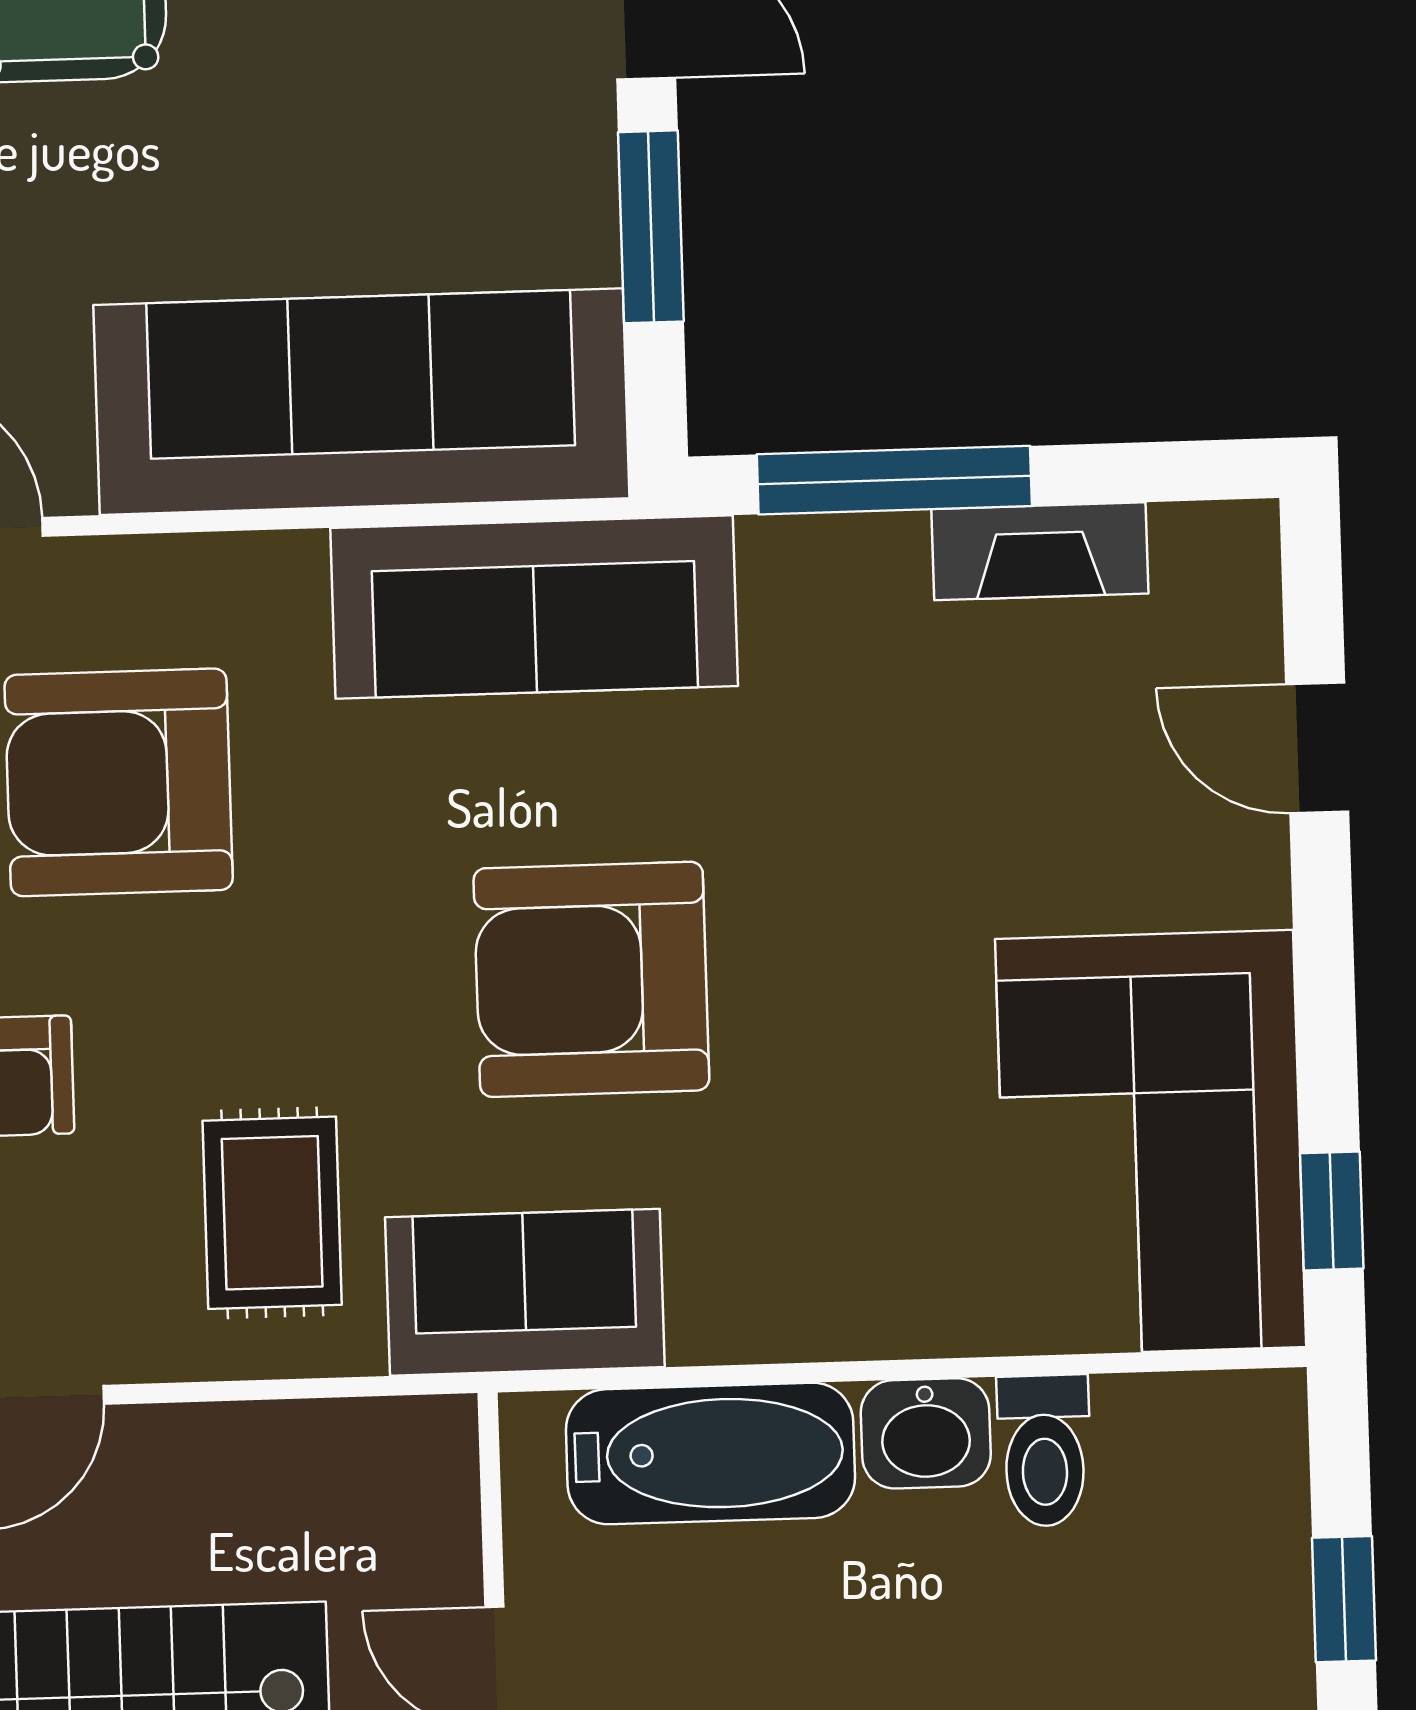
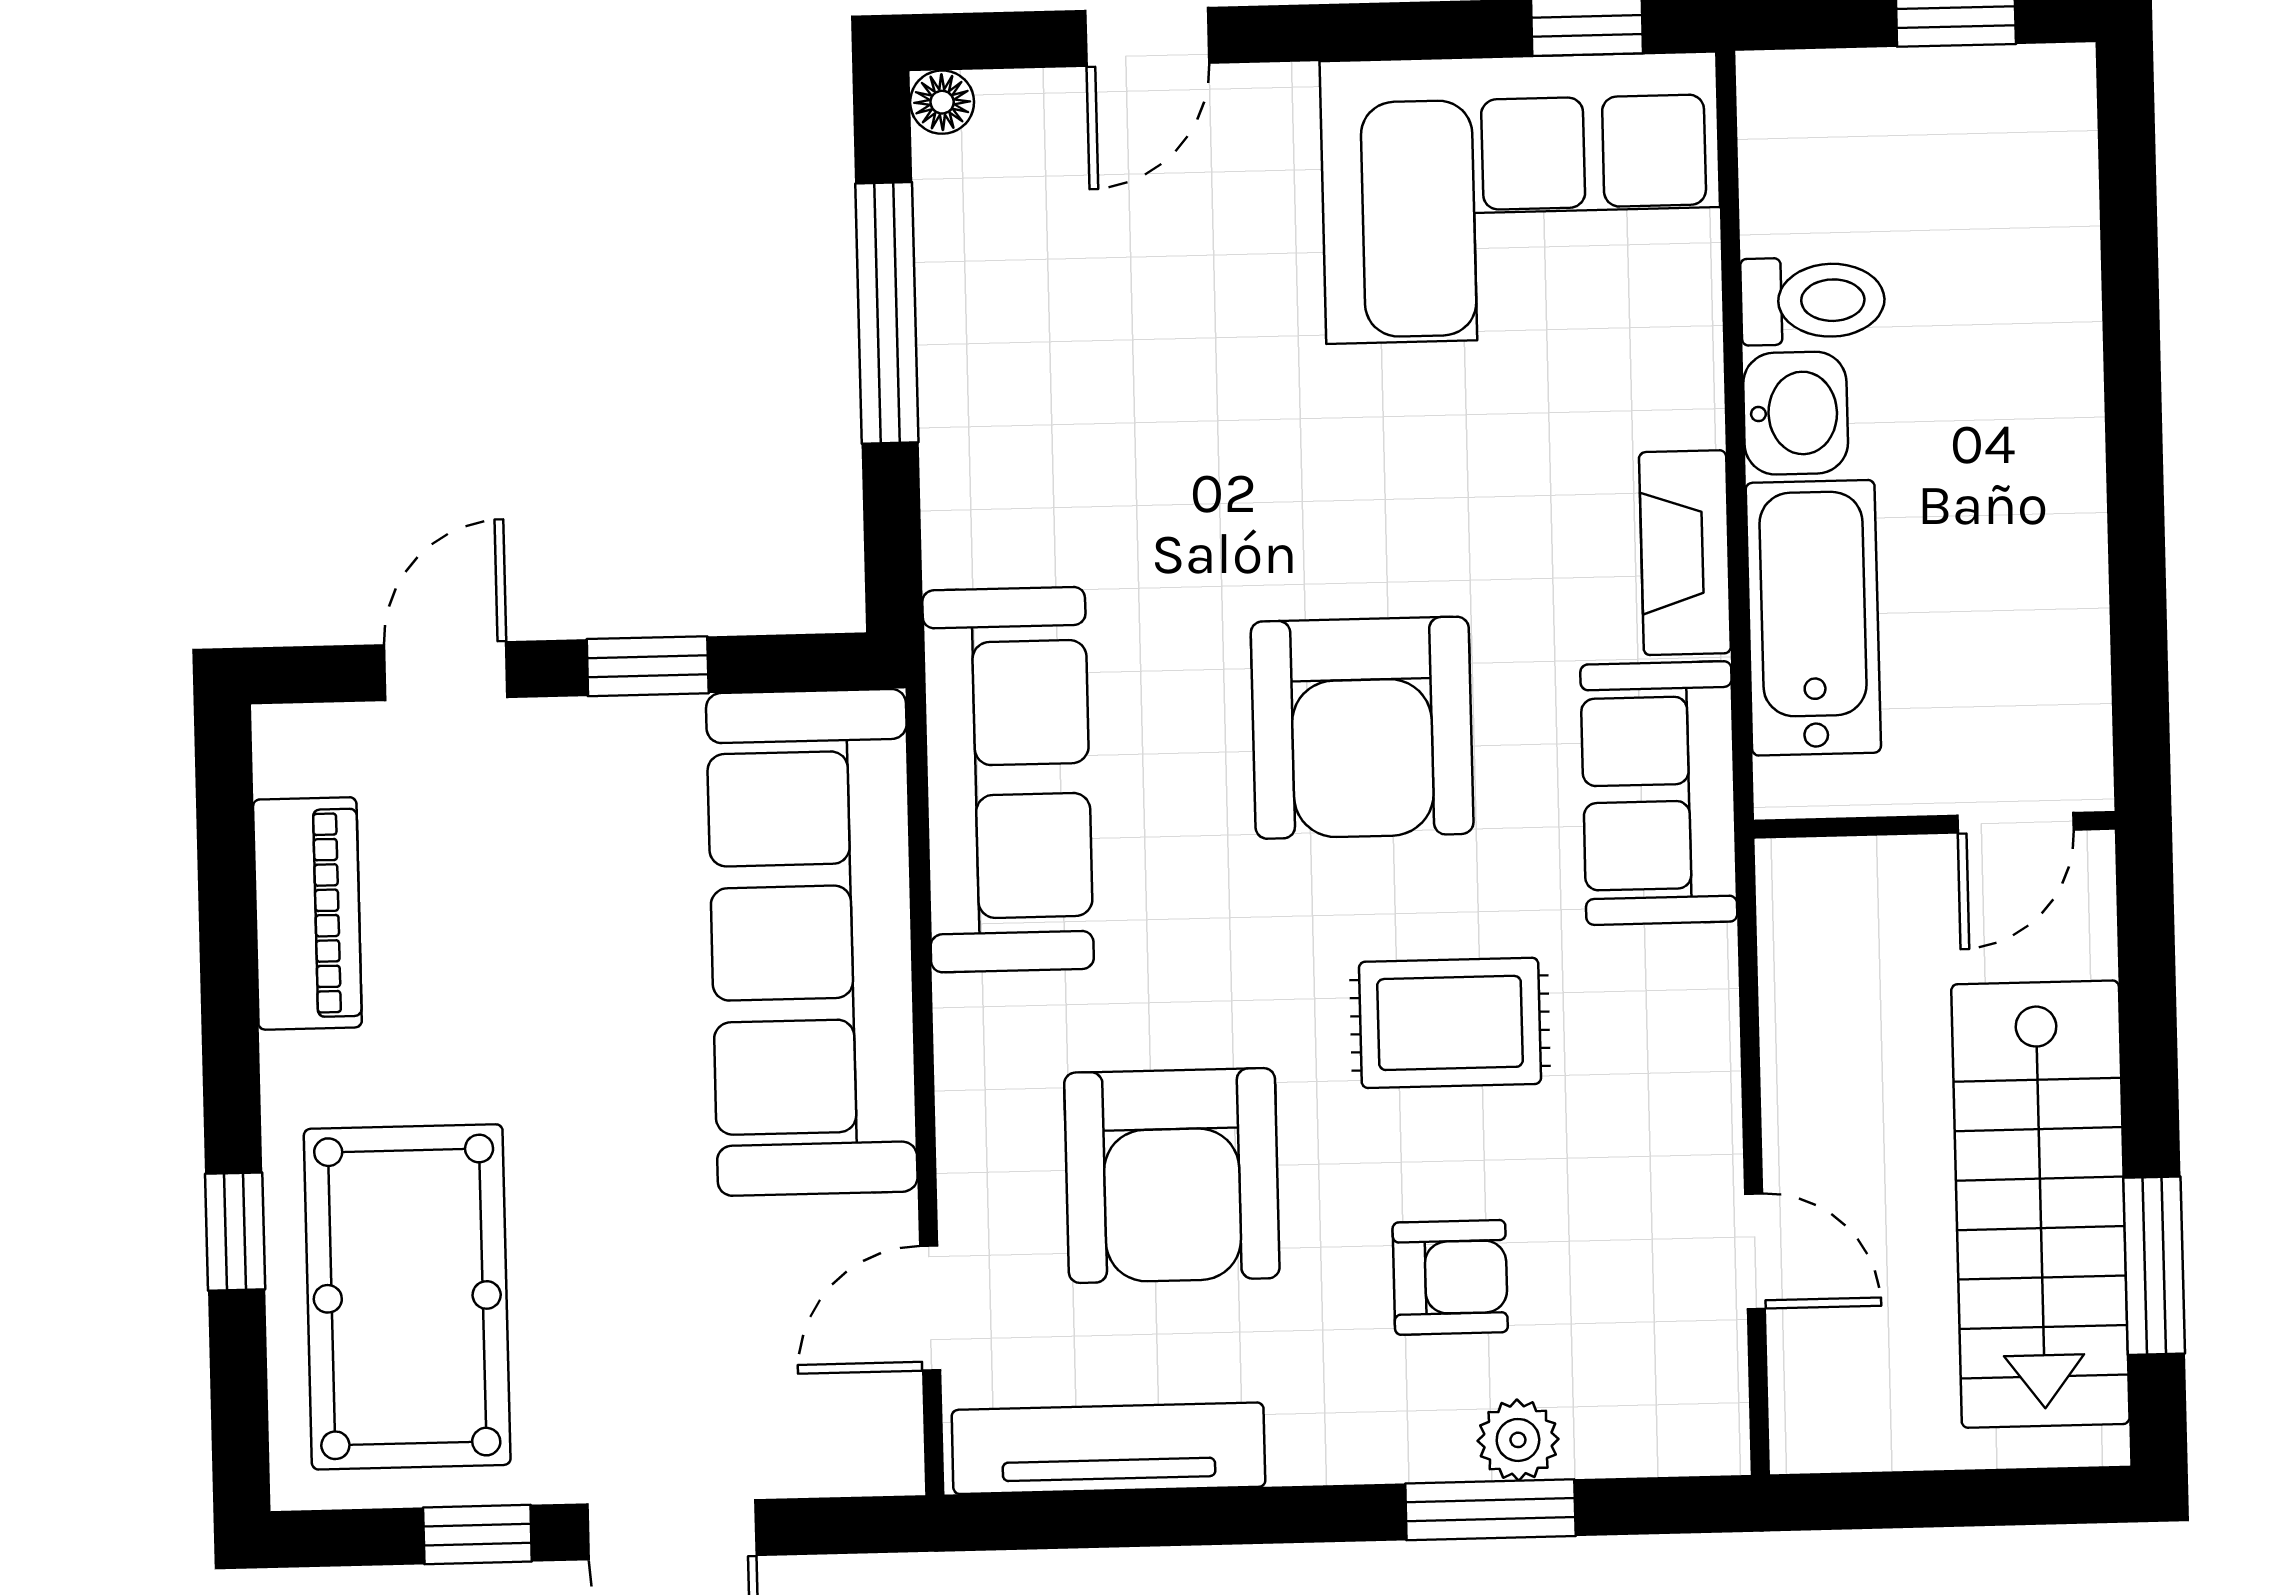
window: (651, 227) -> (648, 666), width x0.67
window: (894, 480) -> (887, 313), moved
floor lamp: (1247, 533) -> (942, 102), added
fireplace: (1040, 551) -> (1685, 553), moved, turned 180
rug: (272, 1213) -> (1450, 1023), moved

